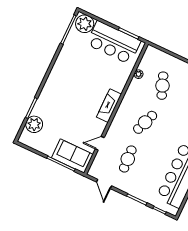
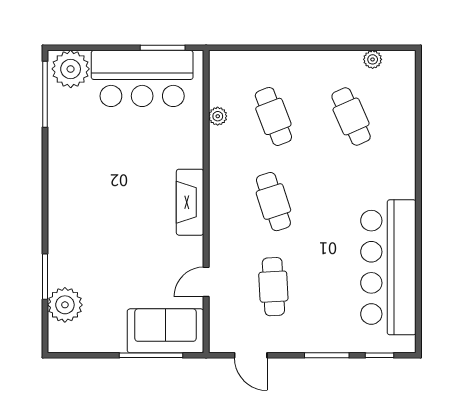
cafe table: (145, 122) -> (273, 202), turned -39

